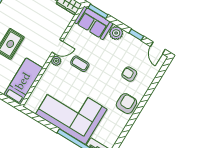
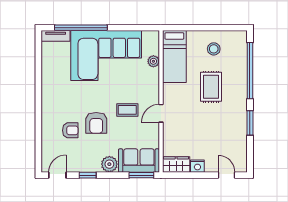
door: (158, 48) -> (57, 175), hinge flipped
plant: (56, 61) -> (153, 61), moved
armchair: (126, 104) -> (96, 123), moved

